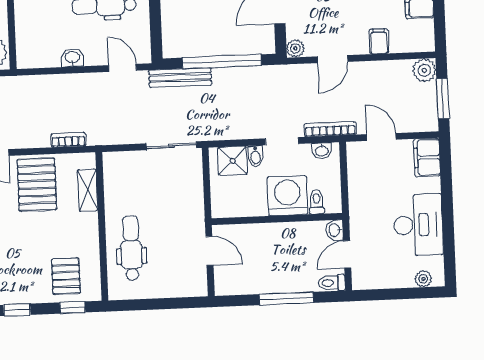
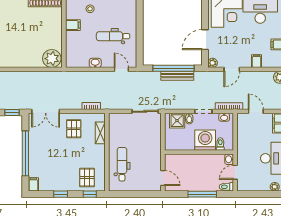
bench: (180, 78) -> (177, 76), moved
pallet: (37, 185) -> (74, 129), width x0.67, depth x0.71
door: (209, 251) -> (163, 178), moved

